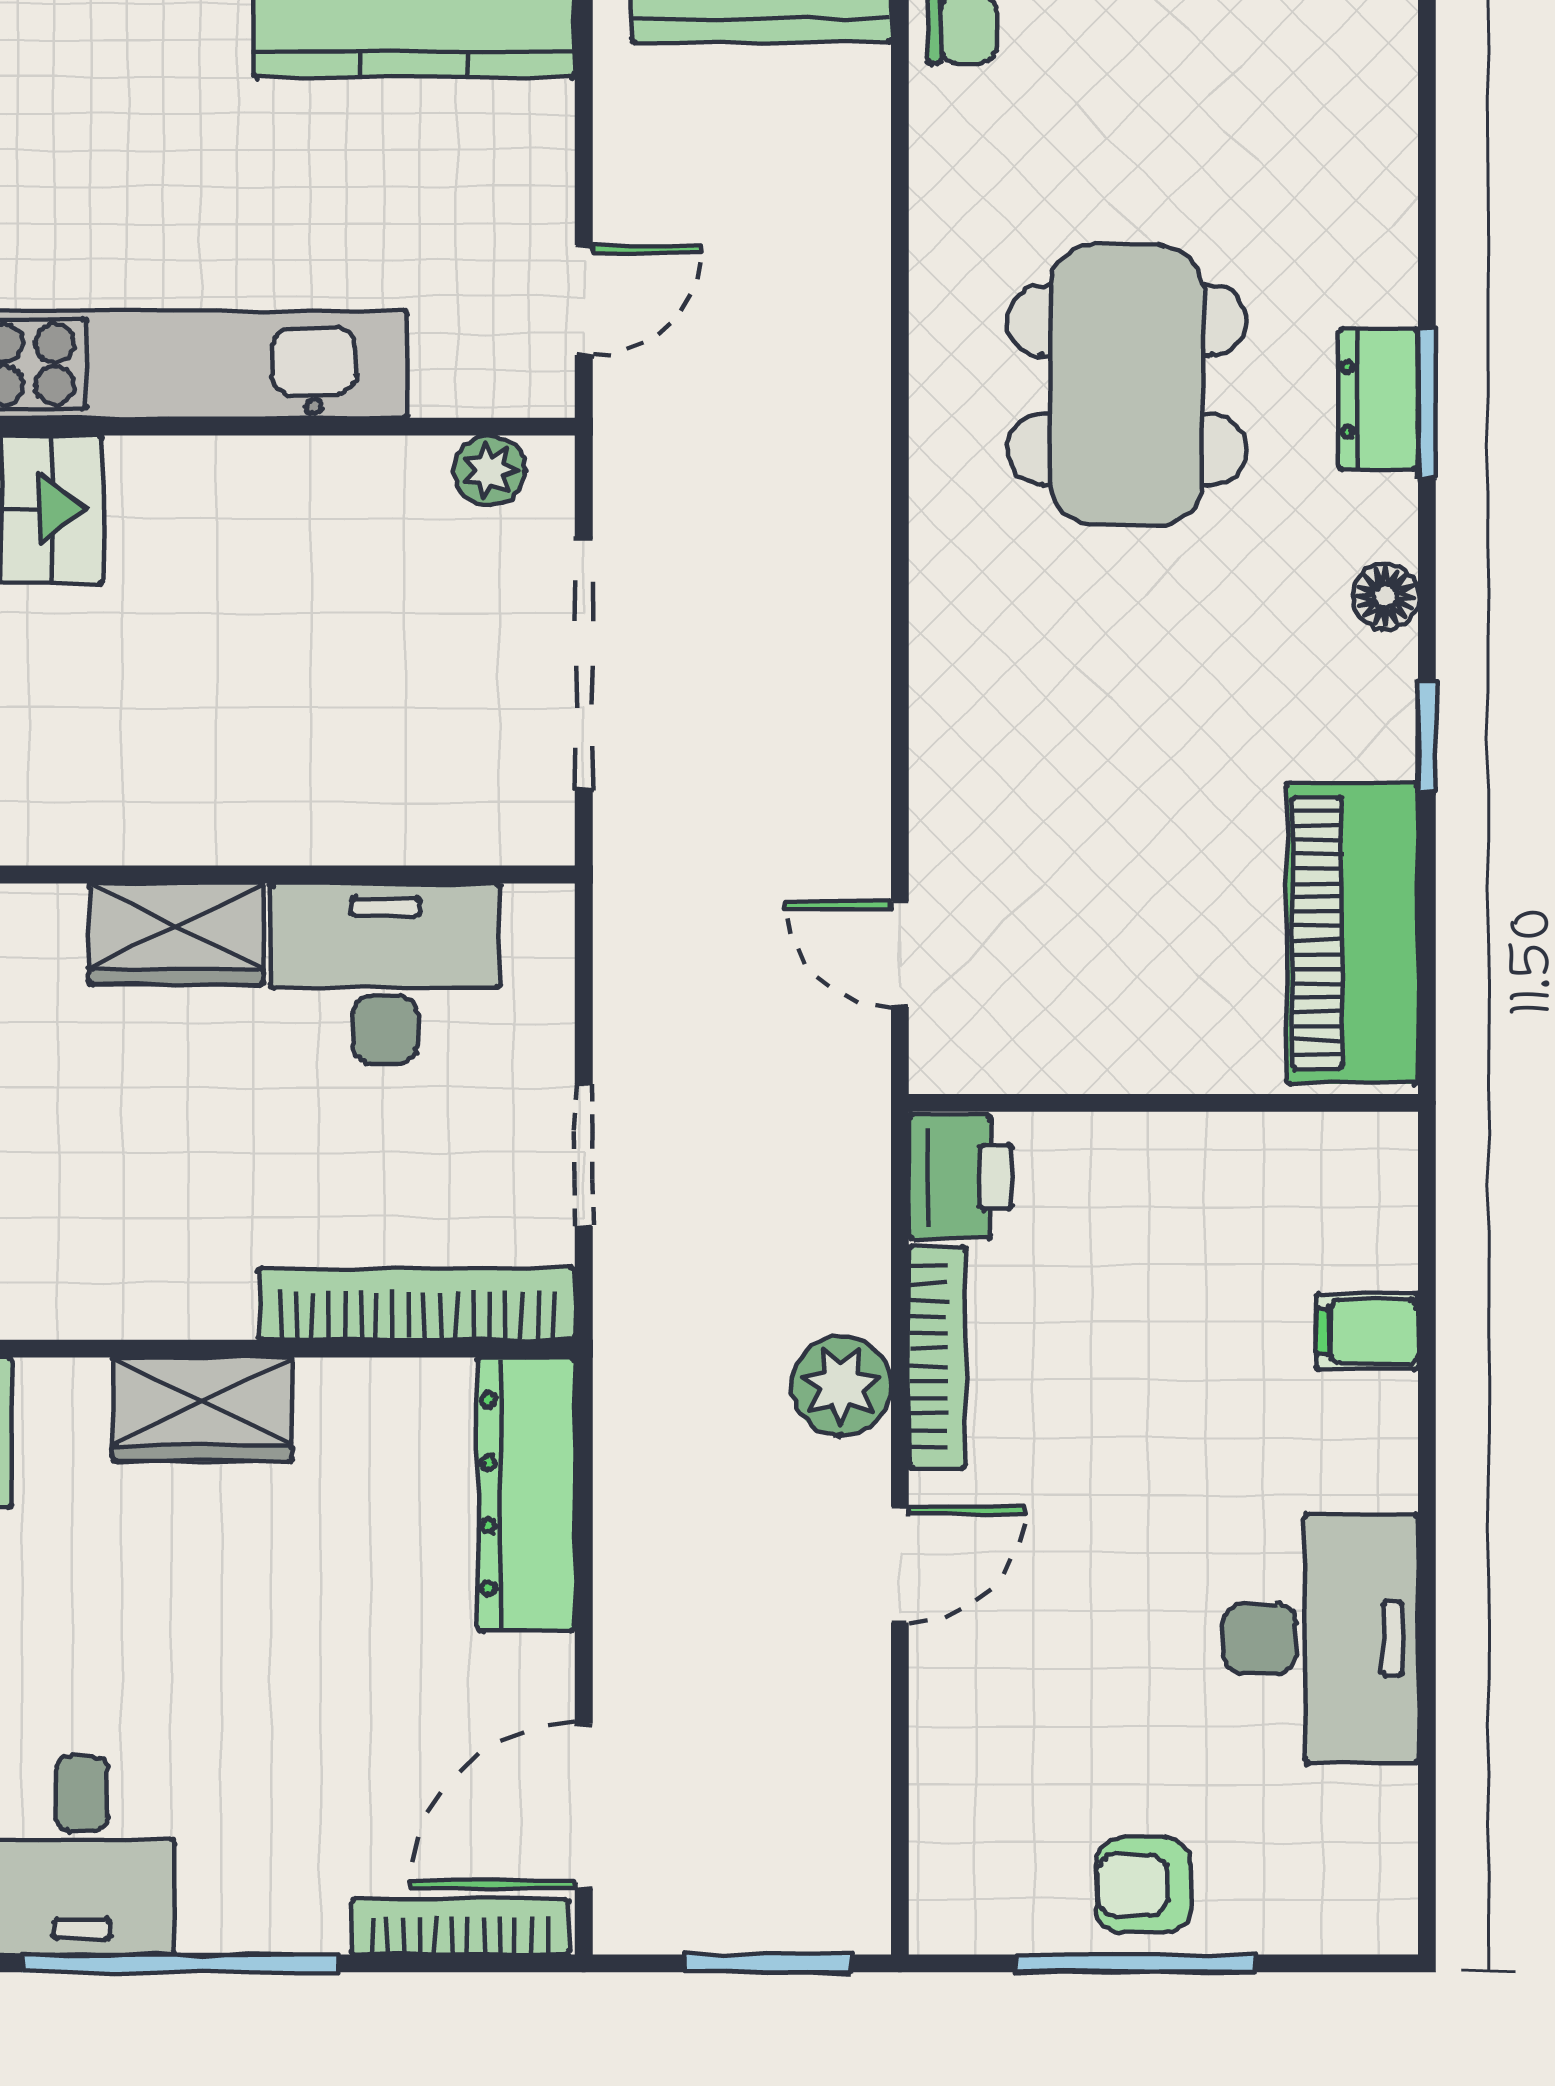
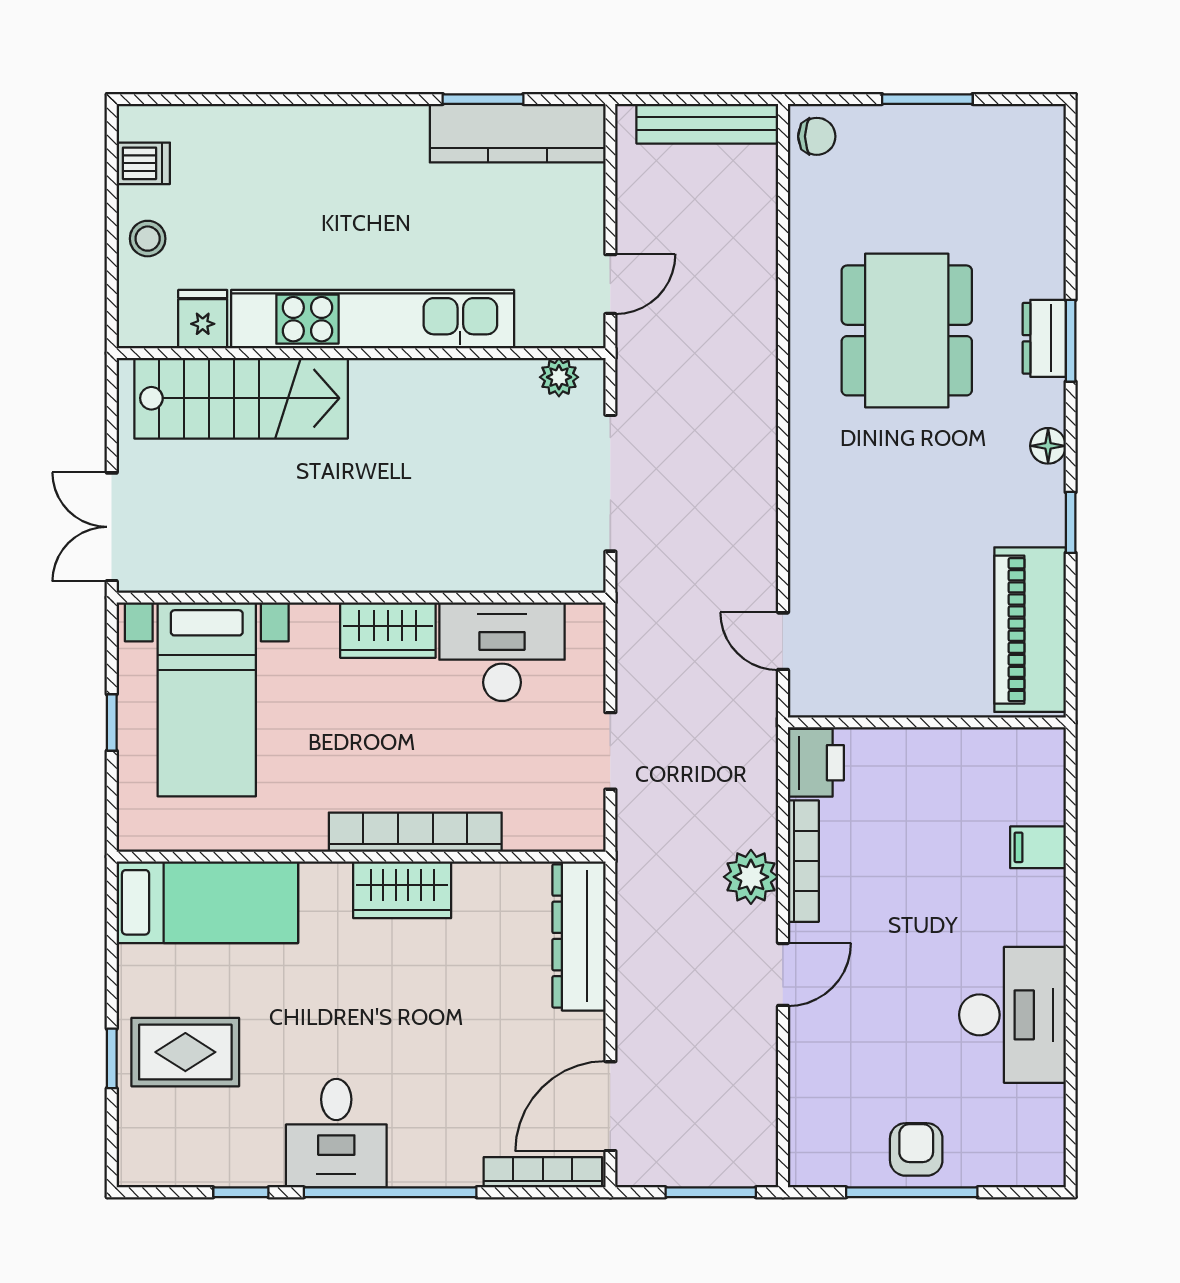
bookcase: (417, 1304) -> (415, 832), moved
armchair: (1144, 1885) -> (916, 1149), turned 90

